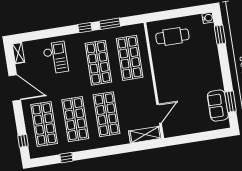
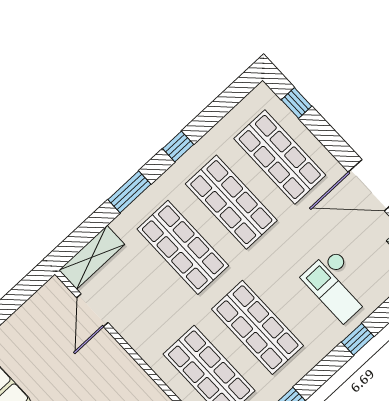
window: (85, 28) -> (358, 339), moved
window: (113, 150) -> (129, 192), added
window: (66, 158) -> (178, 146), moved

